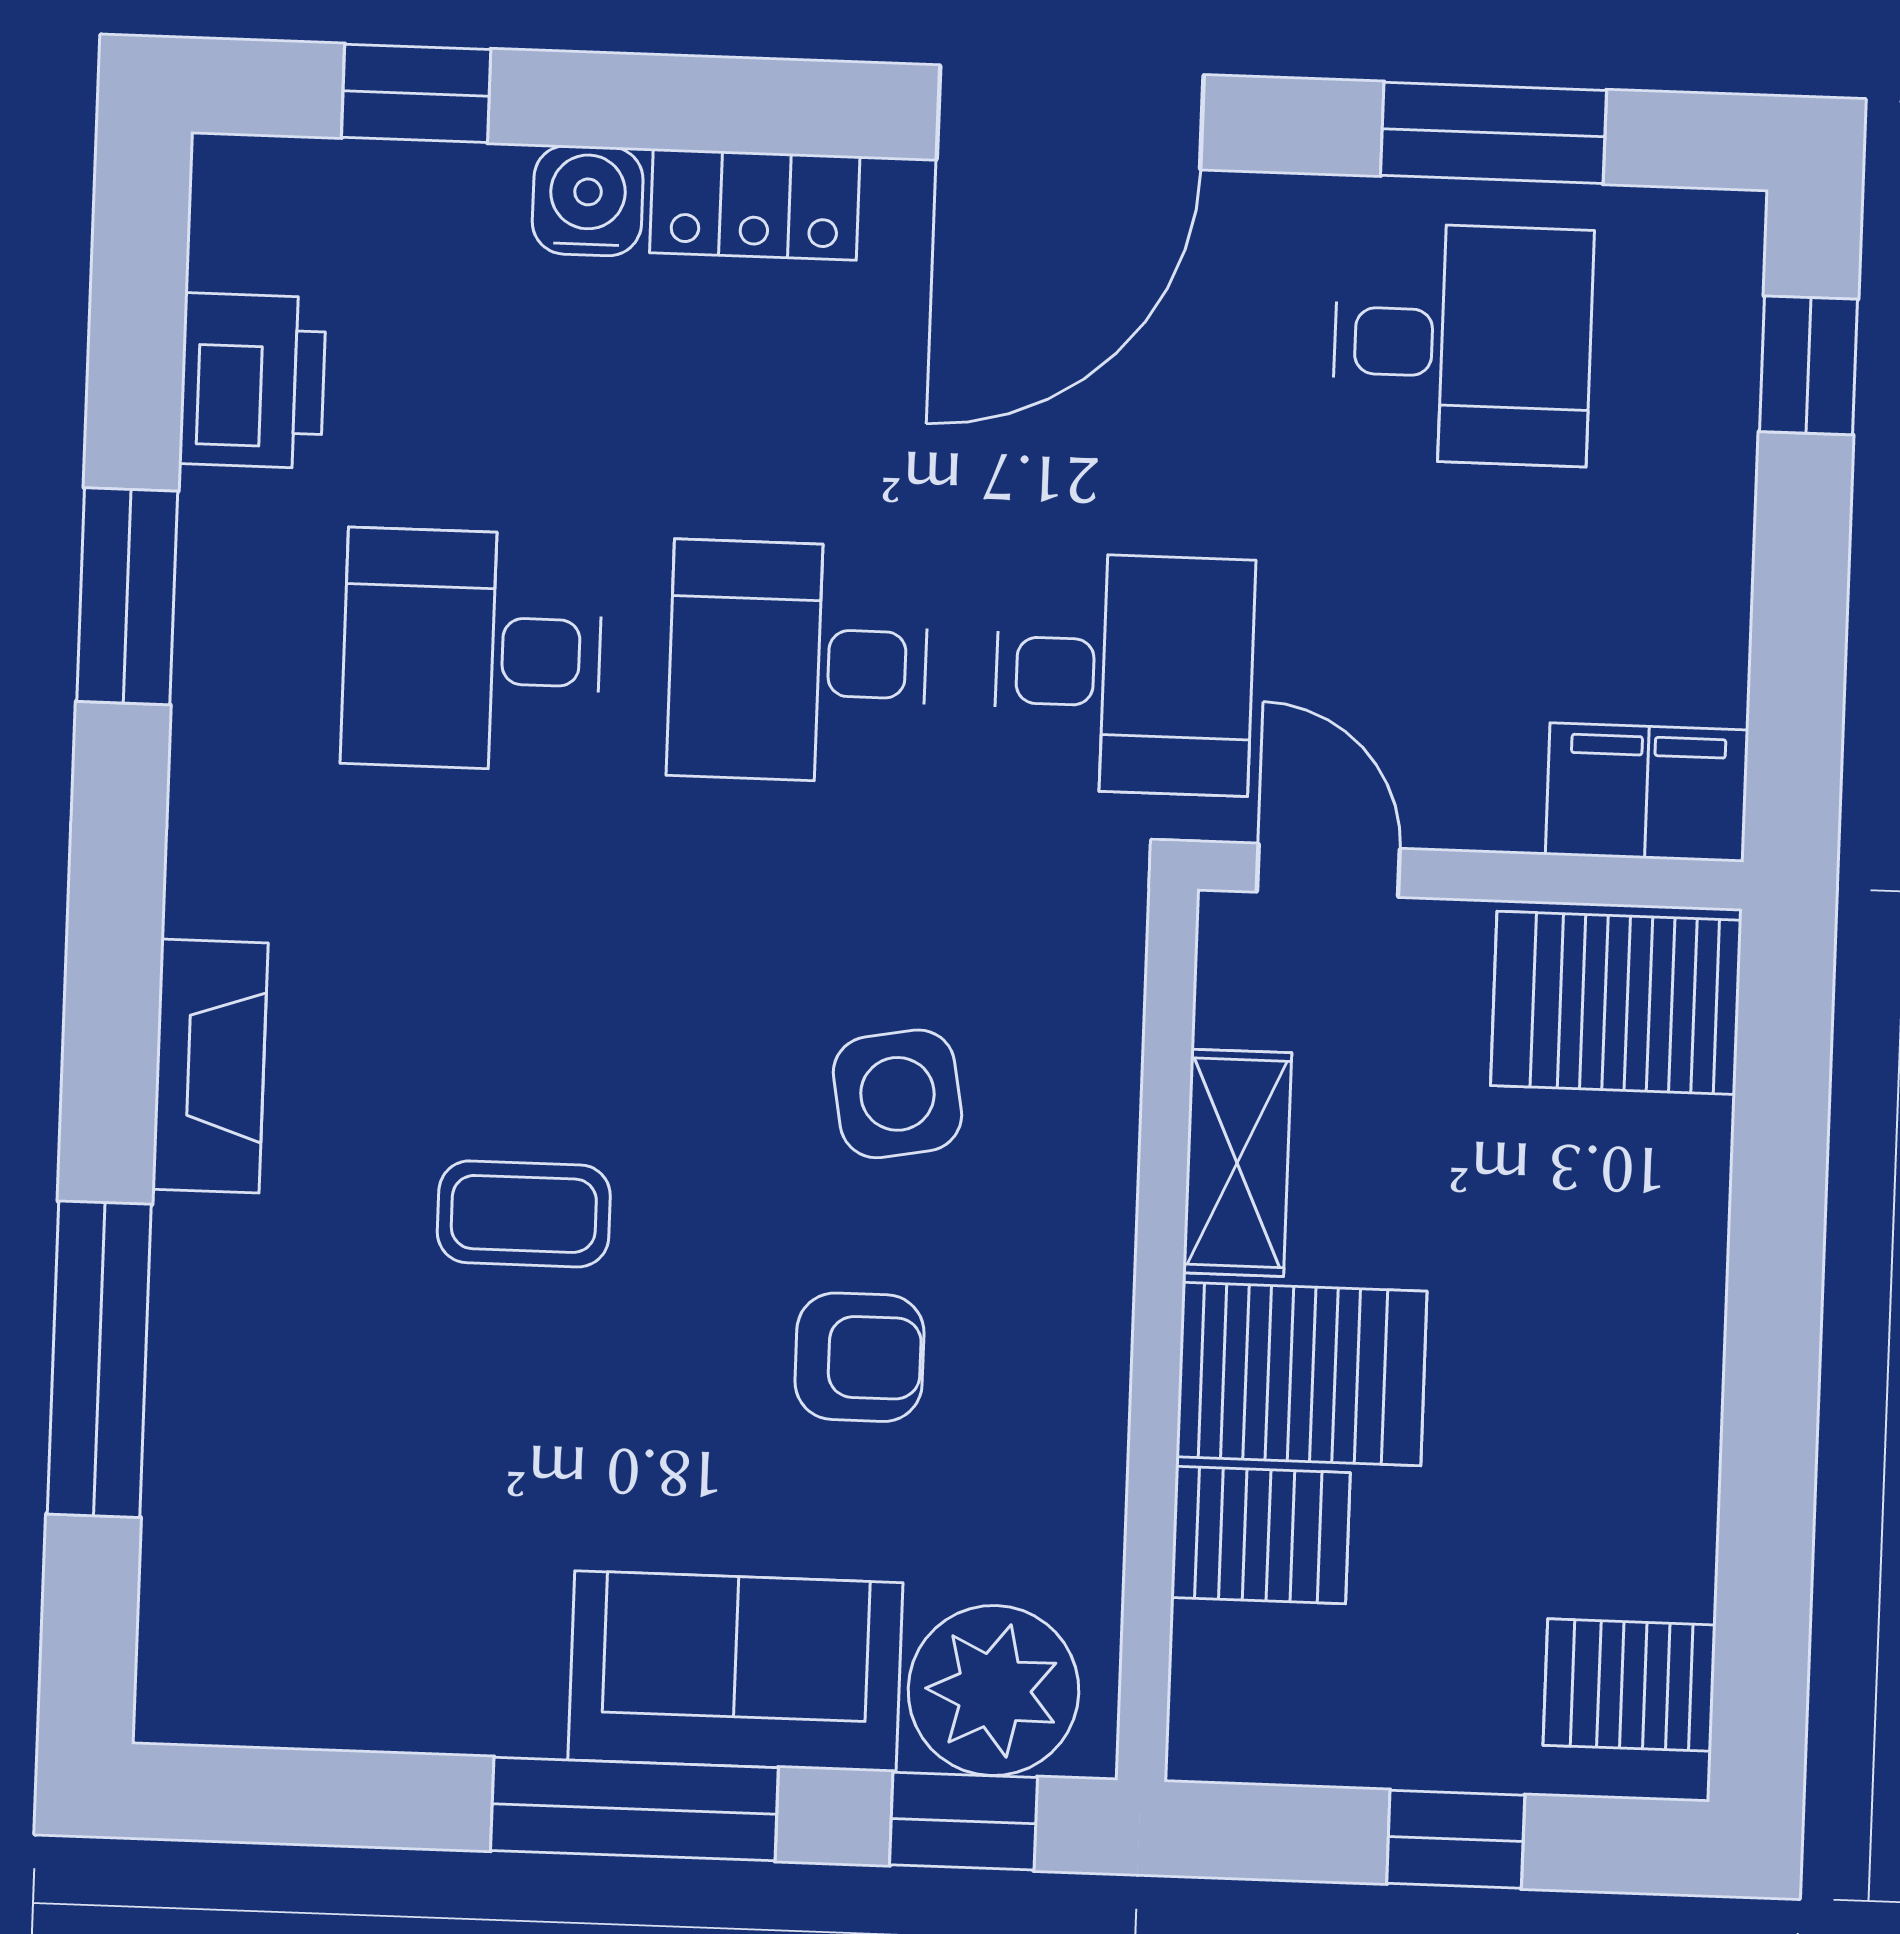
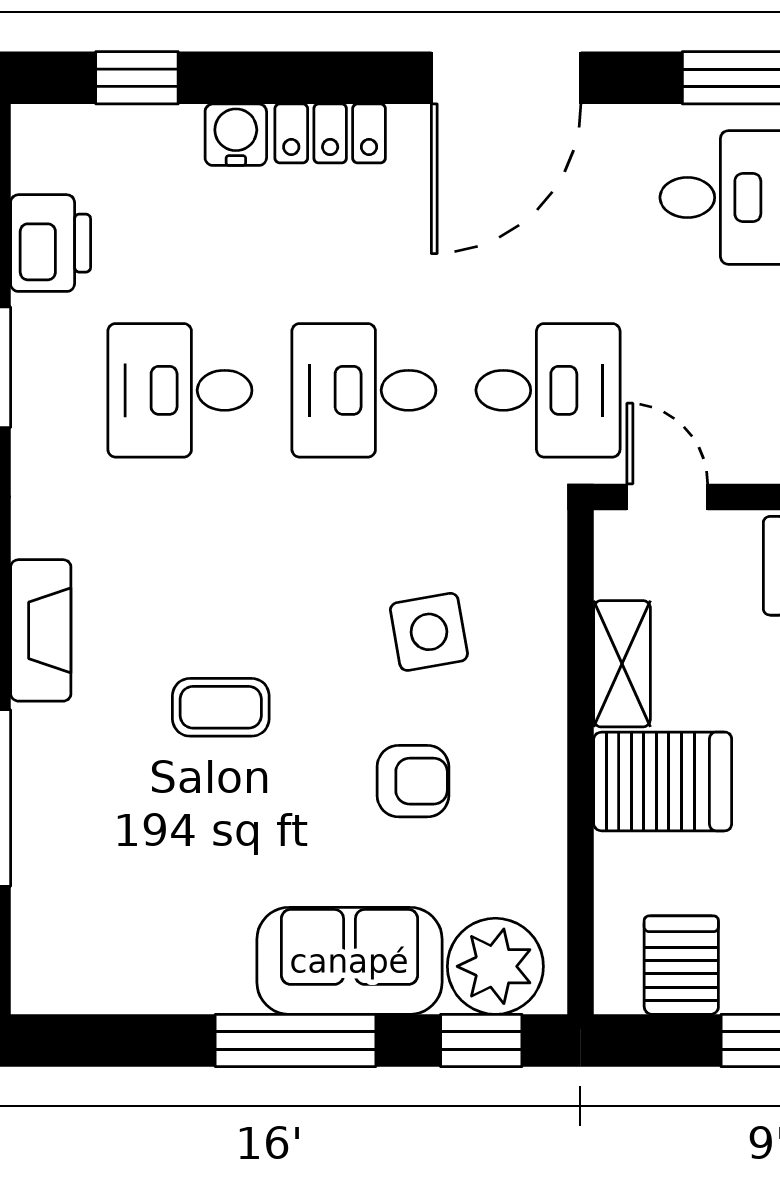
server rack: (1260, 1535) -> (681, 965), moved, turned -90

